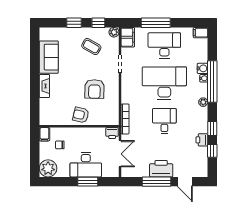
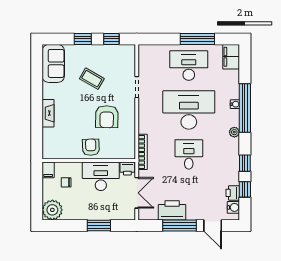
window: (156, 23) -> (197, 39), moved
plant: (114, 32) -> (130, 50), removed
filing cabinet: (200, 33) -> (231, 57), width x2.00
filing cabinet: (128, 37) -> (146, 56), removed
coffee table: (91, 47) -> (92, 79), moved
sofa: (49, 57) -> (53, 63), moved
water cooler: (202, 68) -> (233, 207), moved
armchair: (81, 115) -> (91, 147), turned 75
printer: (202, 140) -> (233, 193), moved
desk: (86, 165) -> (101, 176), moved, turned 180
printer: (161, 169) -> (172, 210), moved

